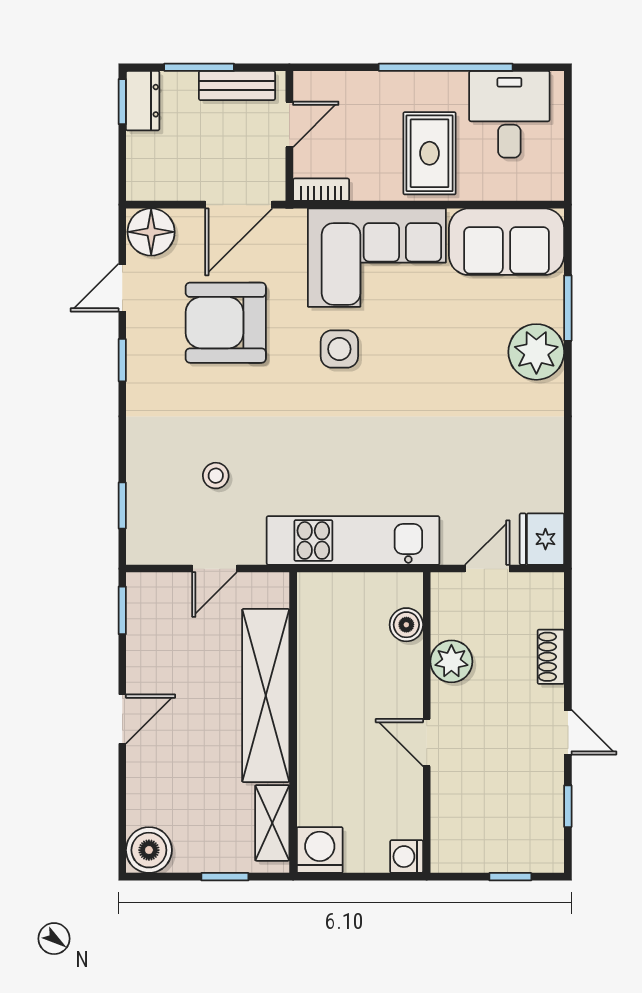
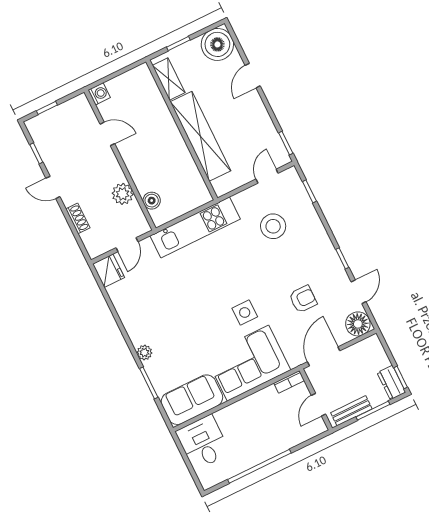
desk: (509, 114) -> (203, 442), moved, turned 180
rug: (430, 153) -> (247, 423), removed
armchair: (226, 323) -> (303, 299), width x0.53, depth x0.53
plant: (536, 352) -> (144, 353), width x0.53, depth x0.53
stool: (216, 476) -> (273, 226), width x1.89, depth x1.89
door: (215, 569) -> (267, 176), moved
door: (122, 719) -> (253, 76), moved
door: (427, 743) -> (107, 134), moved
boiler: (149, 850) -> (217, 44), width x1.37, depth x1.37
washing machine: (320, 850) -> (141, 77), removed

